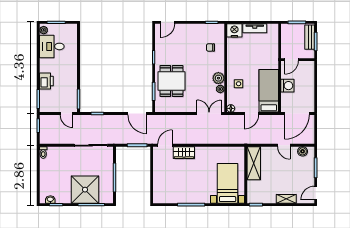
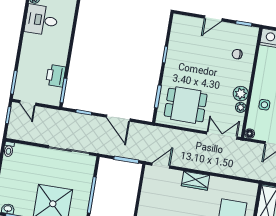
door: (168, 22) -> (213, 18), moved
printer: (46, 81) -> (56, 76), moved, turned 180
dining table: (171, 81) -> (186, 105), moved, turned 90
door: (66, 114) -> (28, 103), moved
door: (137, 114) -> (118, 118), moved
wardrobe: (184, 153) -> (195, 181), moved

